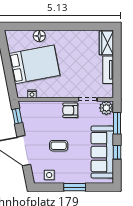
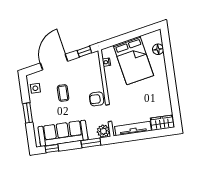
floor lamp: (39, 36) -> (158, 49), moved
tv unit: (108, 70) -> (133, 129), width x1.41
armchair: (70, 110) -> (97, 99), turned -90
window: (117, 152) -> (52, 148), moved

